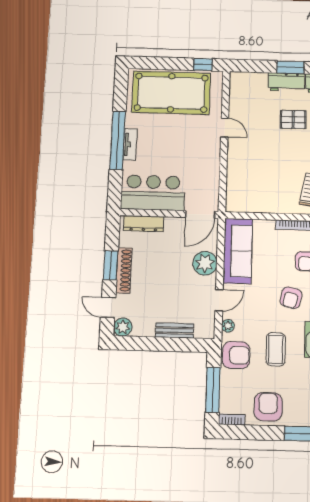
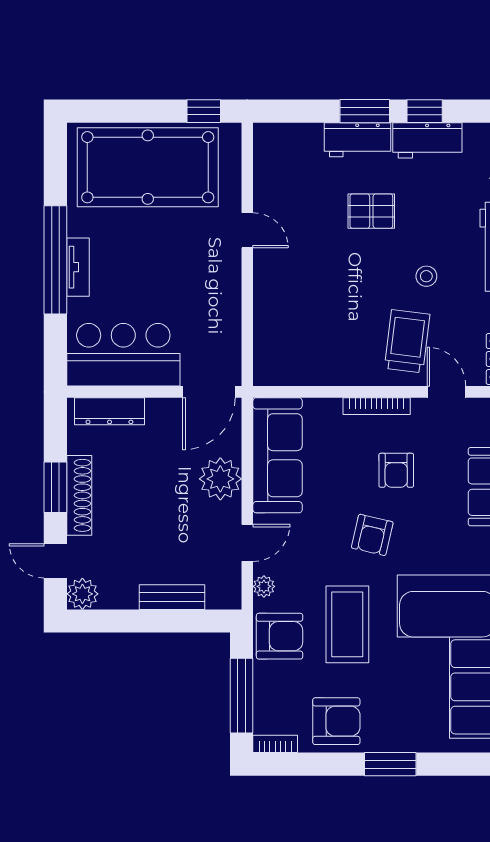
coffee table: (276, 349) -> (347, 624), width x1.36, depth x1.32
armchair: (268, 407) -> (336, 721), turned 90

